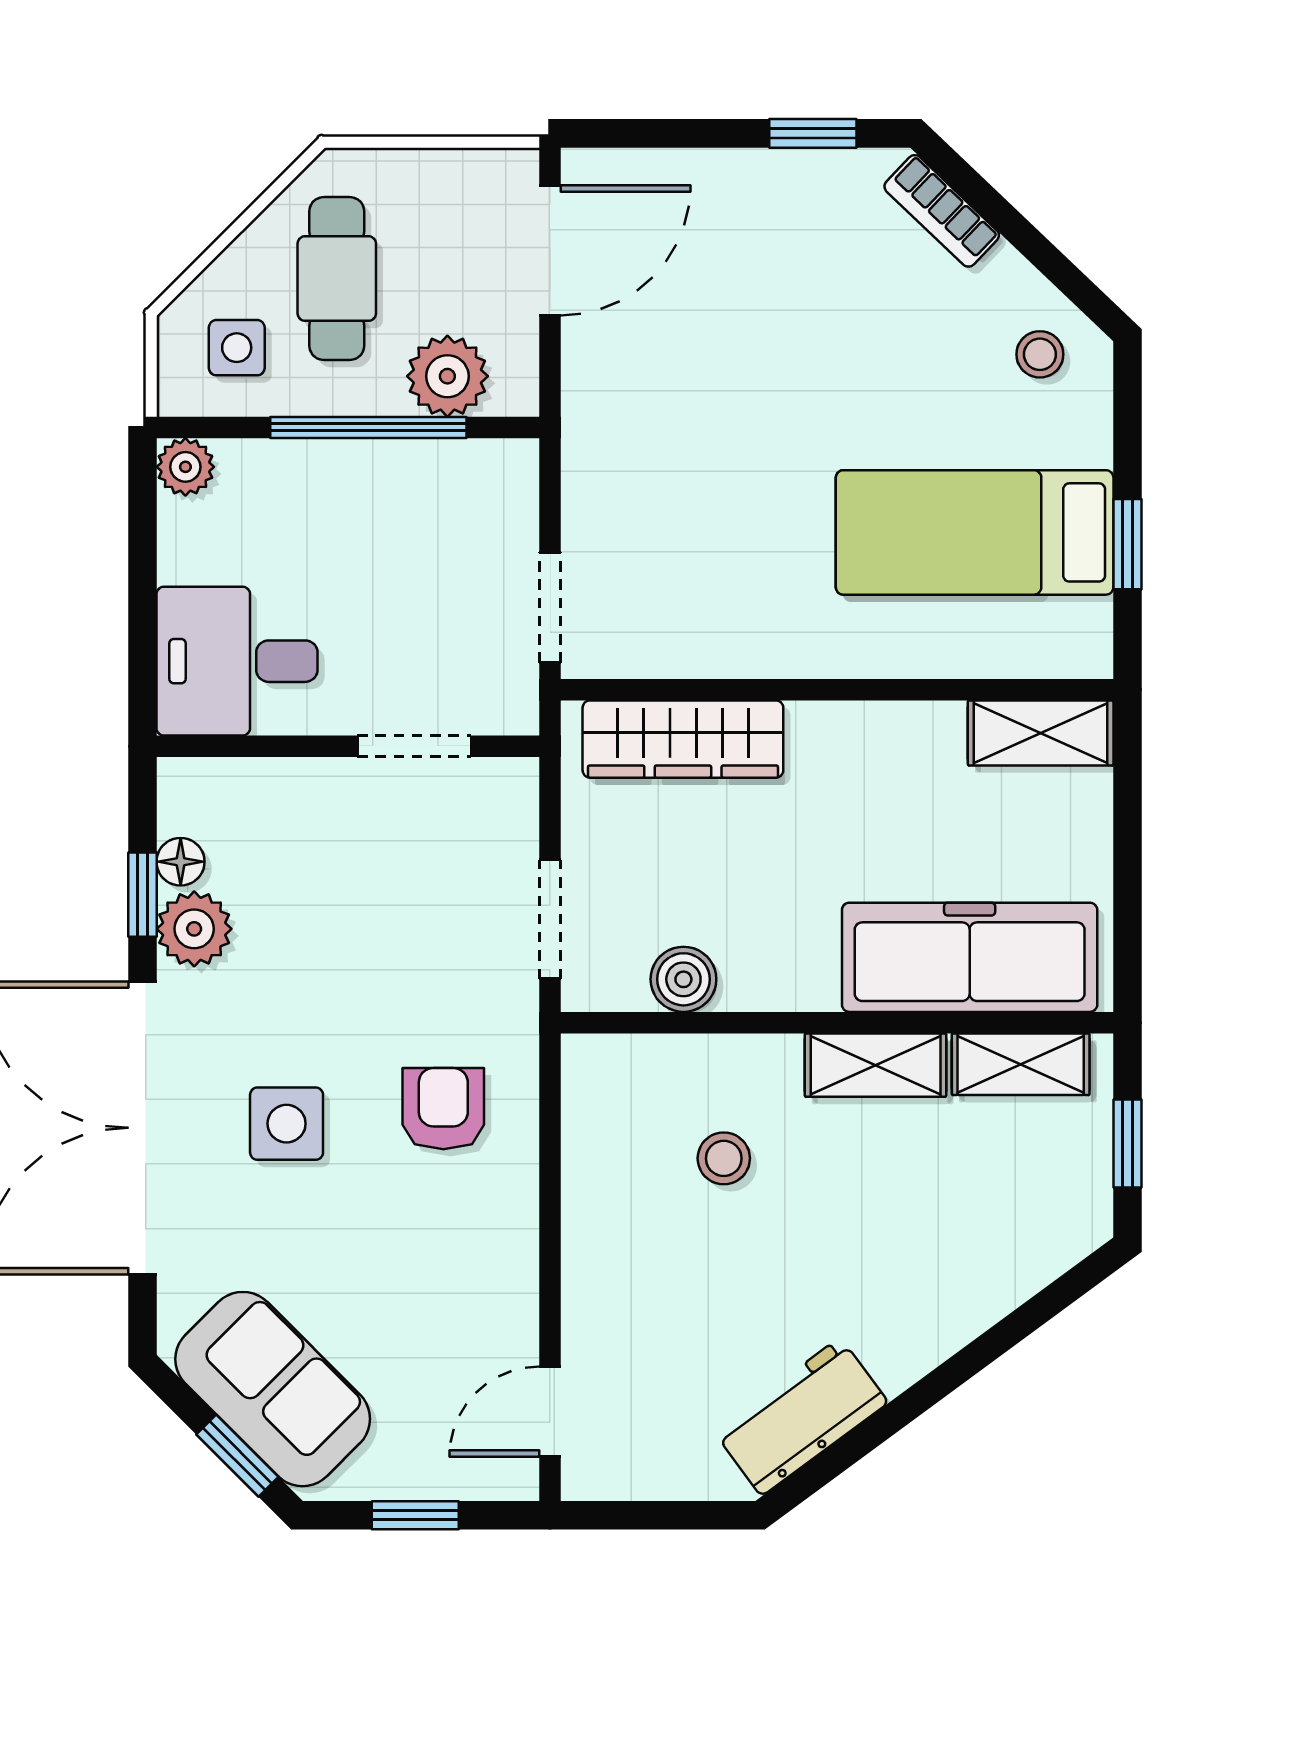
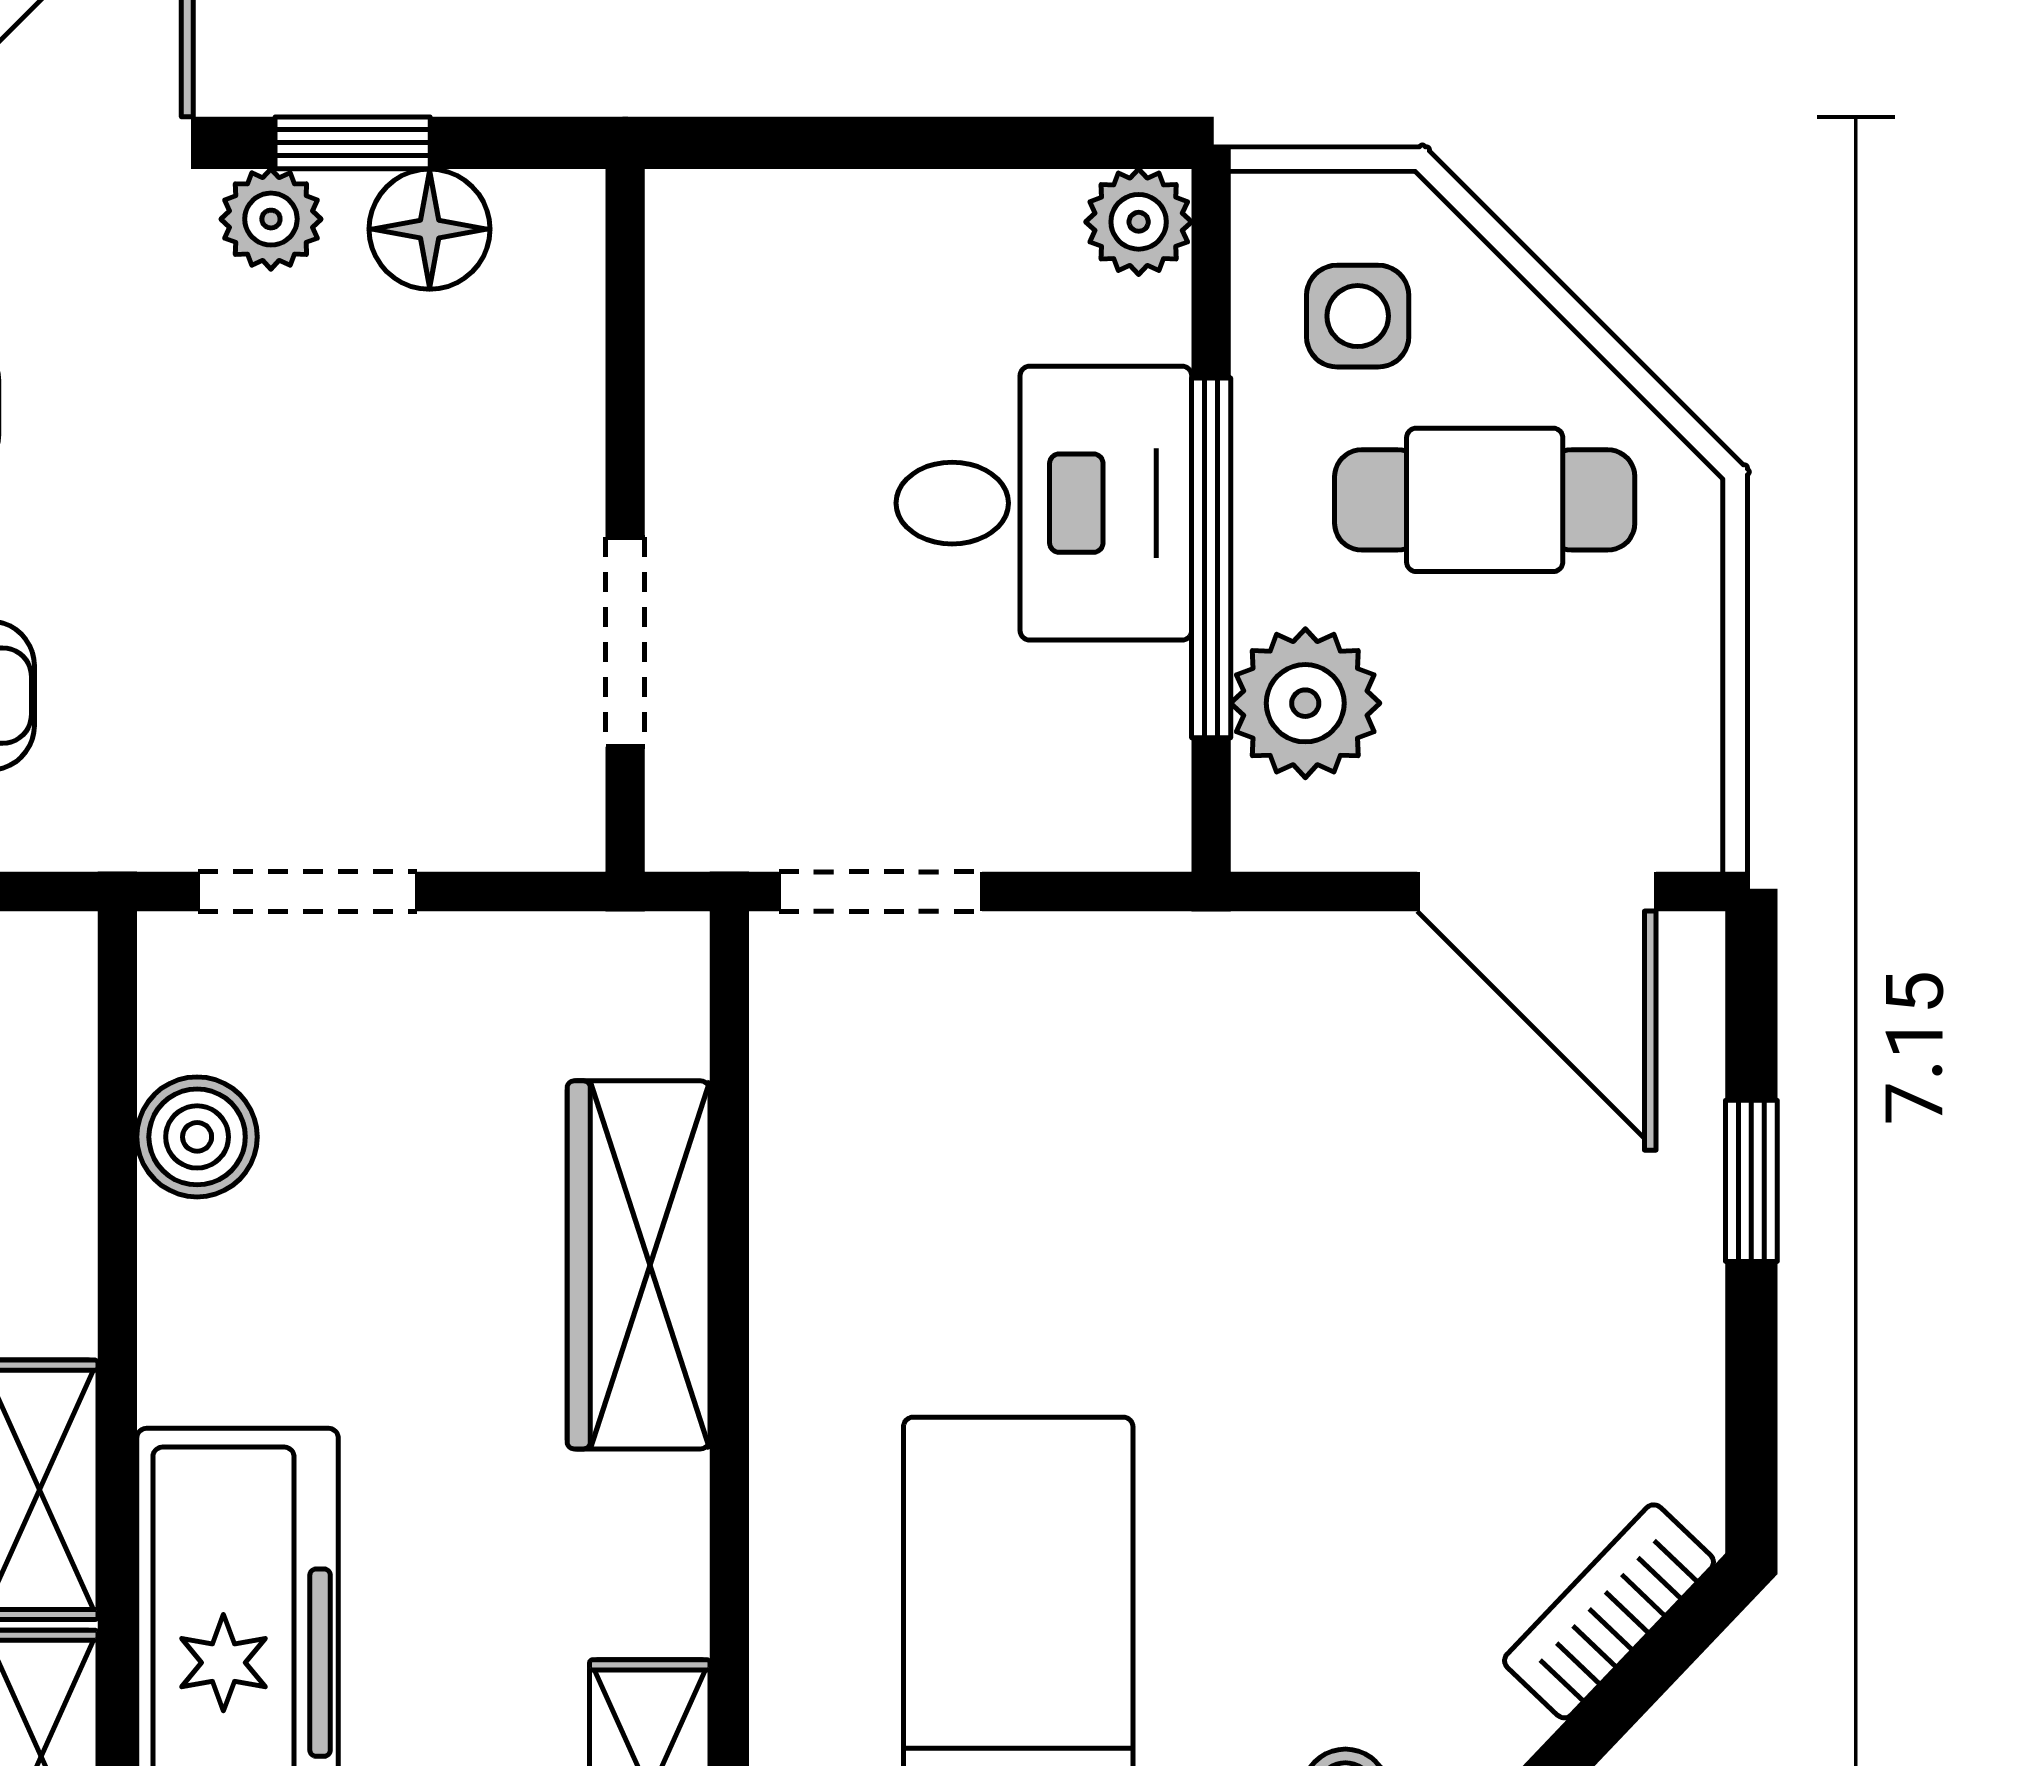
window: (813, 133) -> (1751, 1181), moved
desk: (237, 661) -> (1044, 503), moved, turned 90
wardrobe: (683, 739) -> (639, 1265), moved
floor lamp: (181, 862) -> (430, 229), width x1.37, depth x1.37
plant: (194, 929) -> (271, 219), width x0.73, depth x0.73

